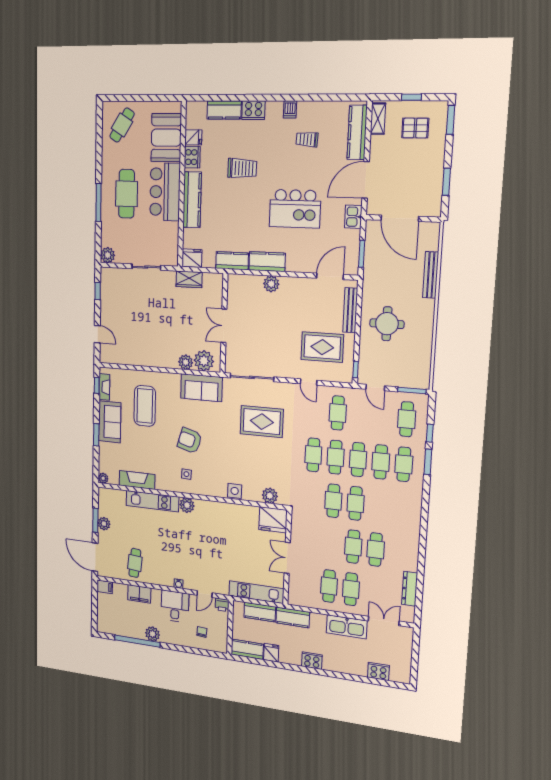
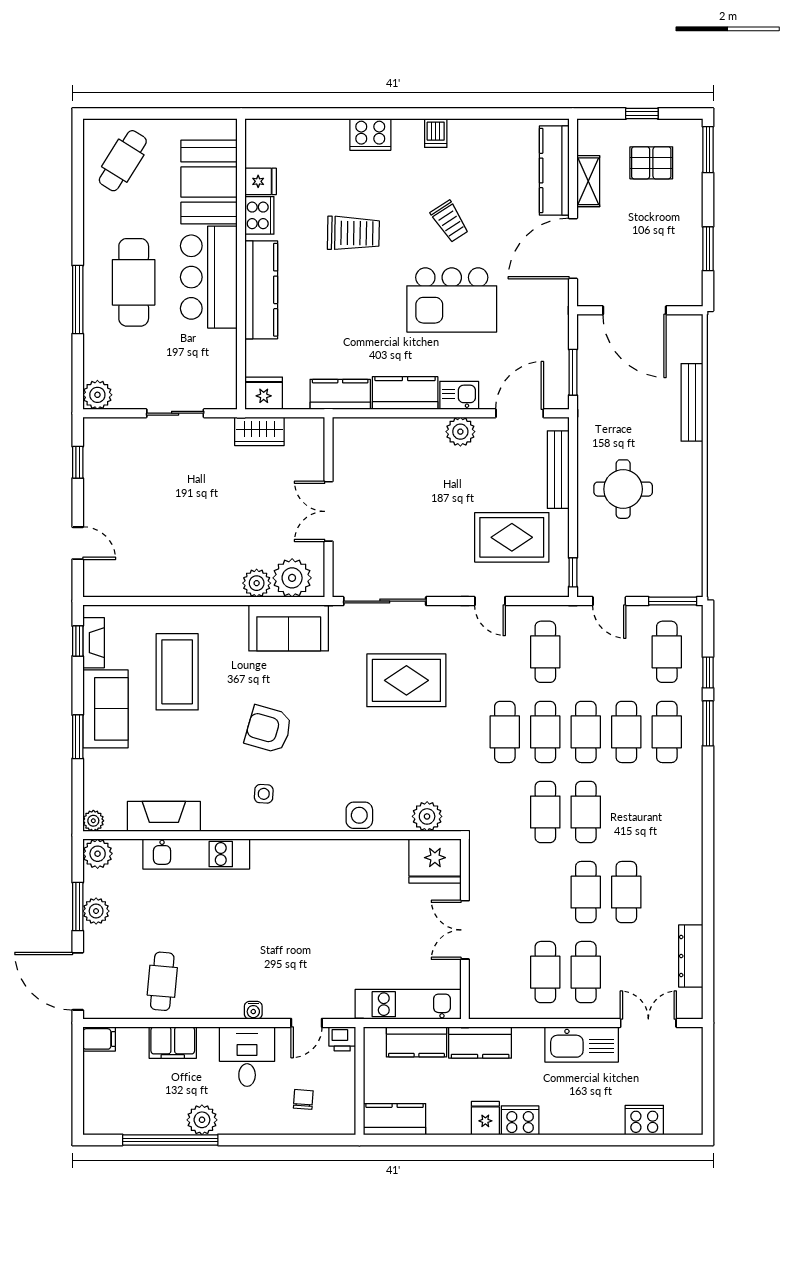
kitchen counter: (224, 110) -> (317, 134), removed
shelving: (378, 119) -> (588, 181), moved
trolley: (307, 139) -> (450, 221), moved, turned -126
kitchen sink: (353, 217) -> (459, 395), moved, turned 90
plant: (271, 284) -> (460, 432), moved
plant: (187, 505) -> (98, 854), moved
fridge: (271, 653) -> (485, 1118), moved

